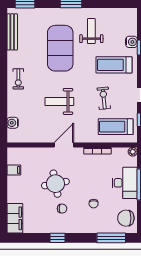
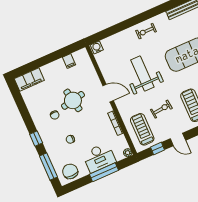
weight bench: (59, 101) -> (142, 73), width x1.36, depth x1.33
water cooler: (13, 123) -> (97, 47), moved
window: (58, 238) -> (36, 139), moved

